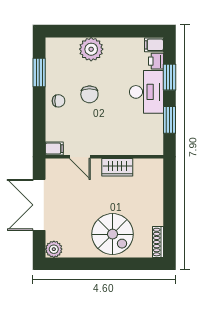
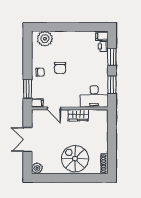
plant: (91, 49) -> (45, 39), moved
window: (39, 72) -> (27, 89), moved
desk: (146, 92) -> (94, 96), moved, turned 90
double door: (39, 205) -> (27, 140), width x0.73
spiral stairs: (113, 234) -> (75, 159), turned 180

